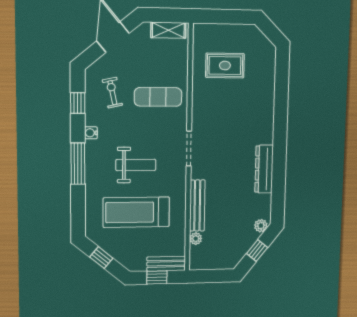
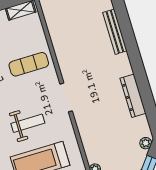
rug: (225, 66) -> (74, 23), removed
bench: (197, 206) -> (115, 32), moved

